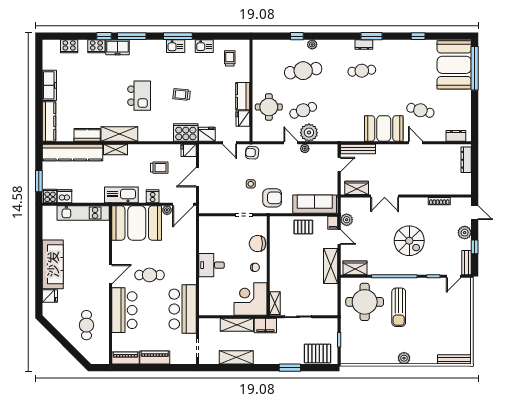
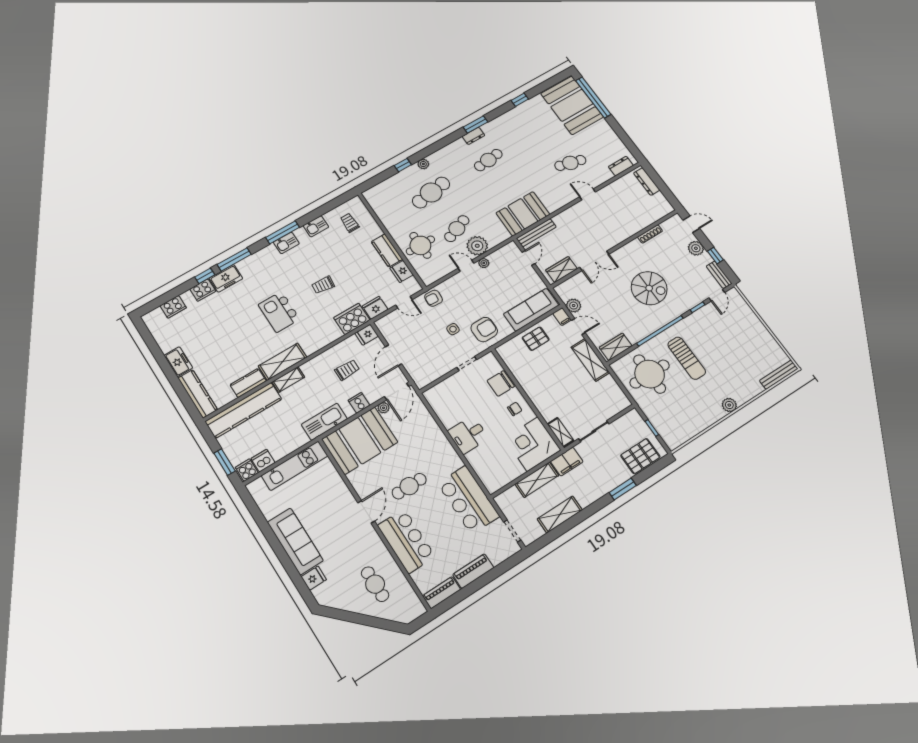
freezer: (49, 85) -> (178, 362), width x0.71
kitchen island: (139, 96) -> (279, 312), turned 180
booth: (384, 128) -> (523, 214), moved

